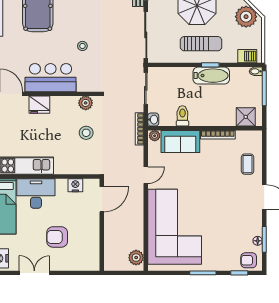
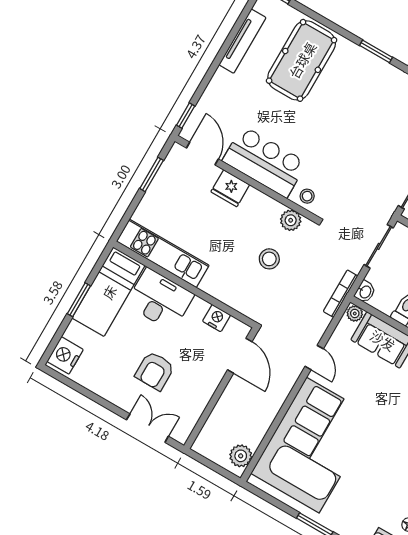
stool: (82, 46) -> (307, 196), moved
door: (146, 175) -> (314, 357), hinge flipped
door: (102, 199) -> (240, 356), hinge flipped
armchair: (57, 237) -> (155, 371), turned -90
double door: (34, 273) -> (147, 428), moved

